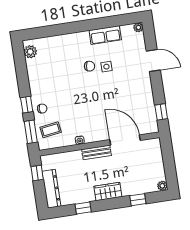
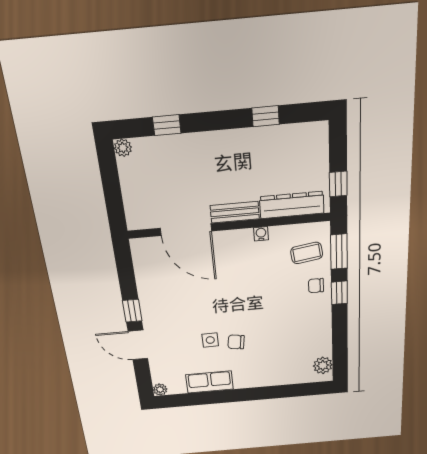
window: (161, 112) -> (132, 311), moved
dresser: (51, 189) -> (292, 205), moved, turned 90
wardrobe: (108, 191) -> (220, 144), removed

